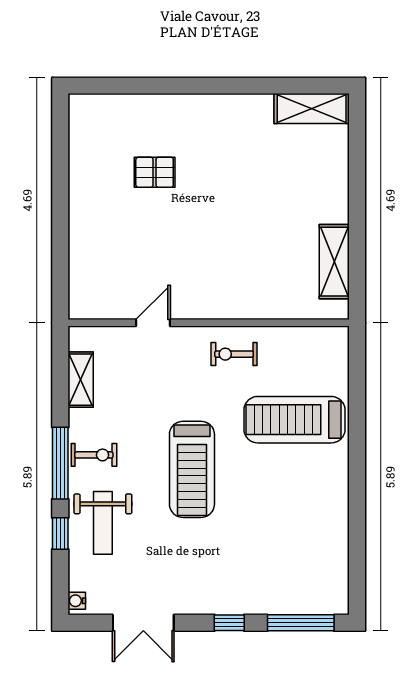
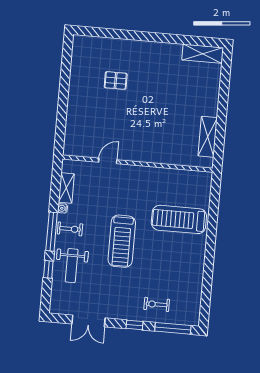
exercise bike: (234, 354) -> (157, 304), moved
water cooler: (77, 601) -> (63, 208), moved

